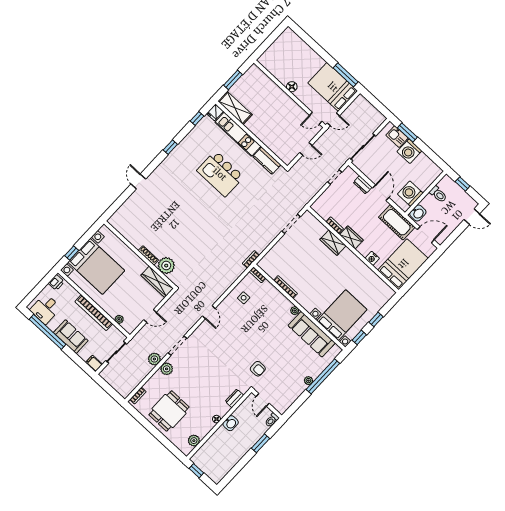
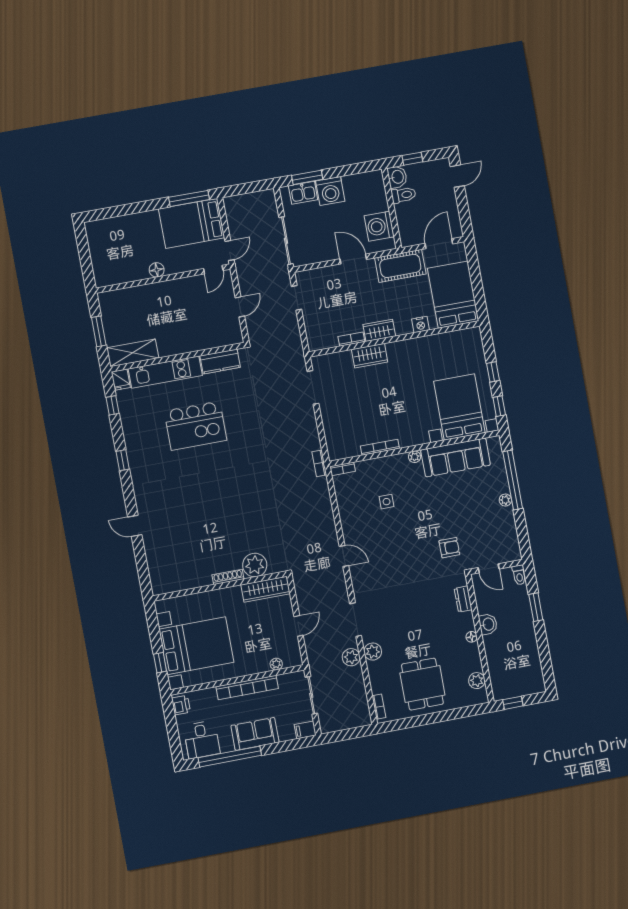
dresser: (363, 185) -> (329, 273), removed
washbasin: (418, 213) -> (397, 177), moved
side table: (244, 298) -> (387, 502), moved

